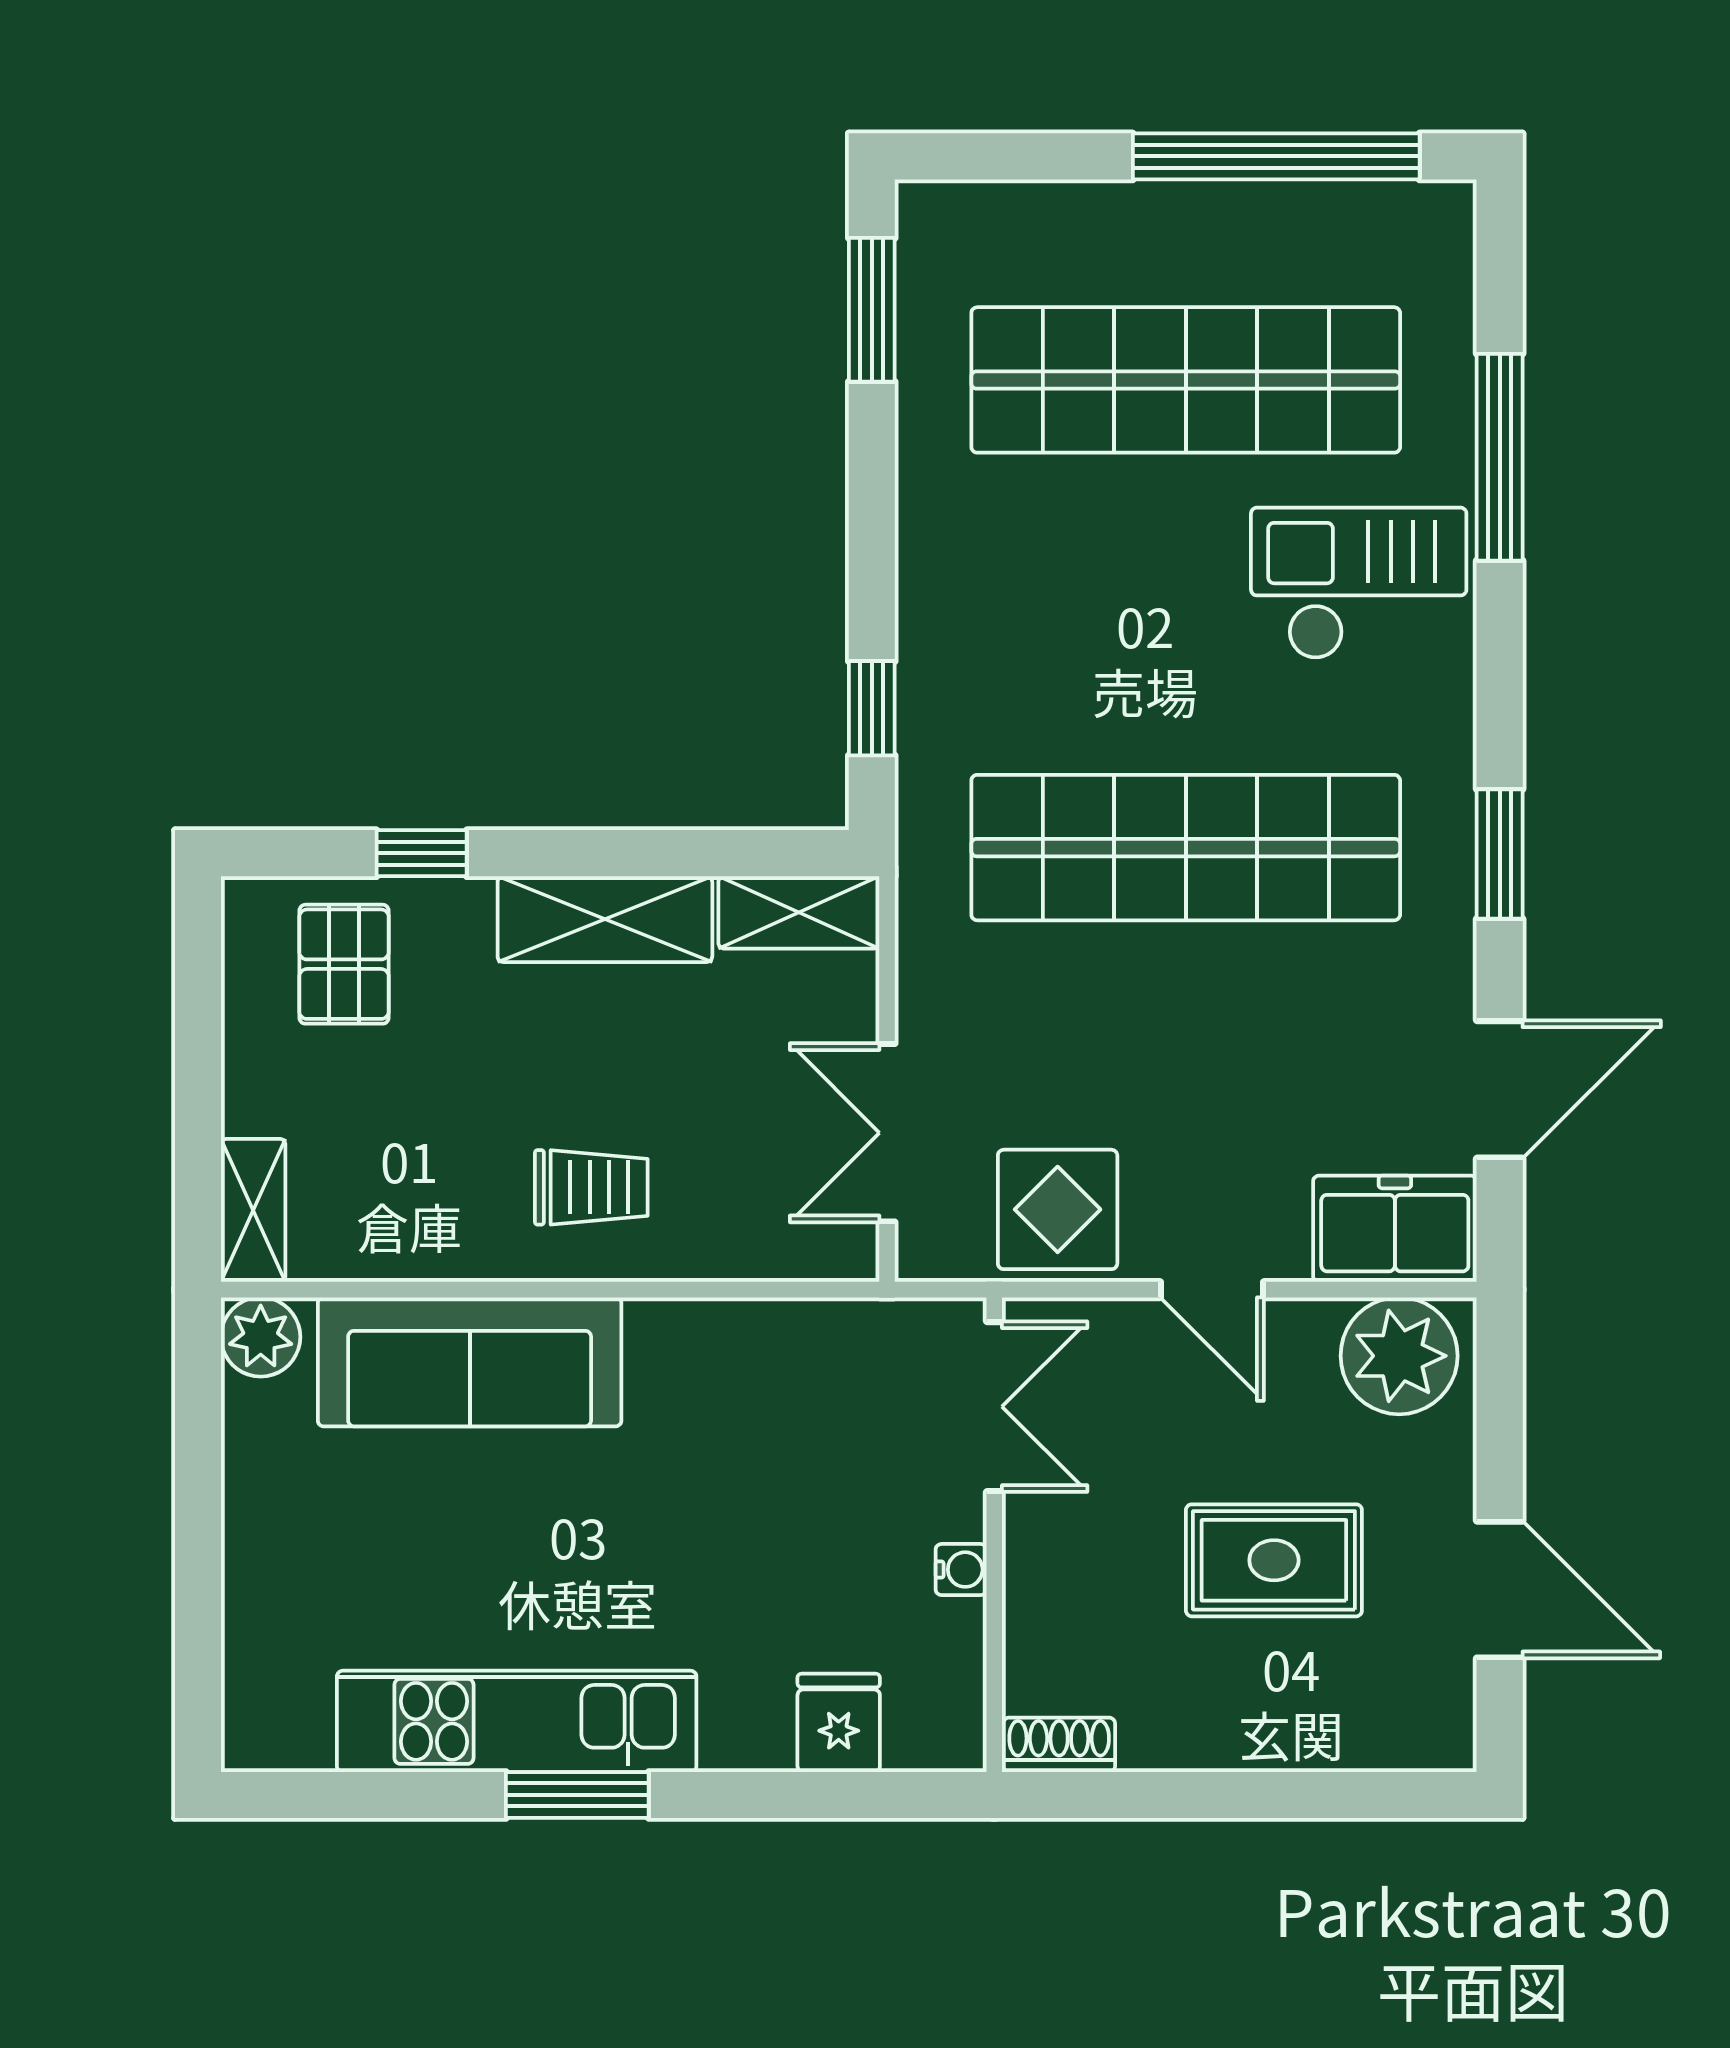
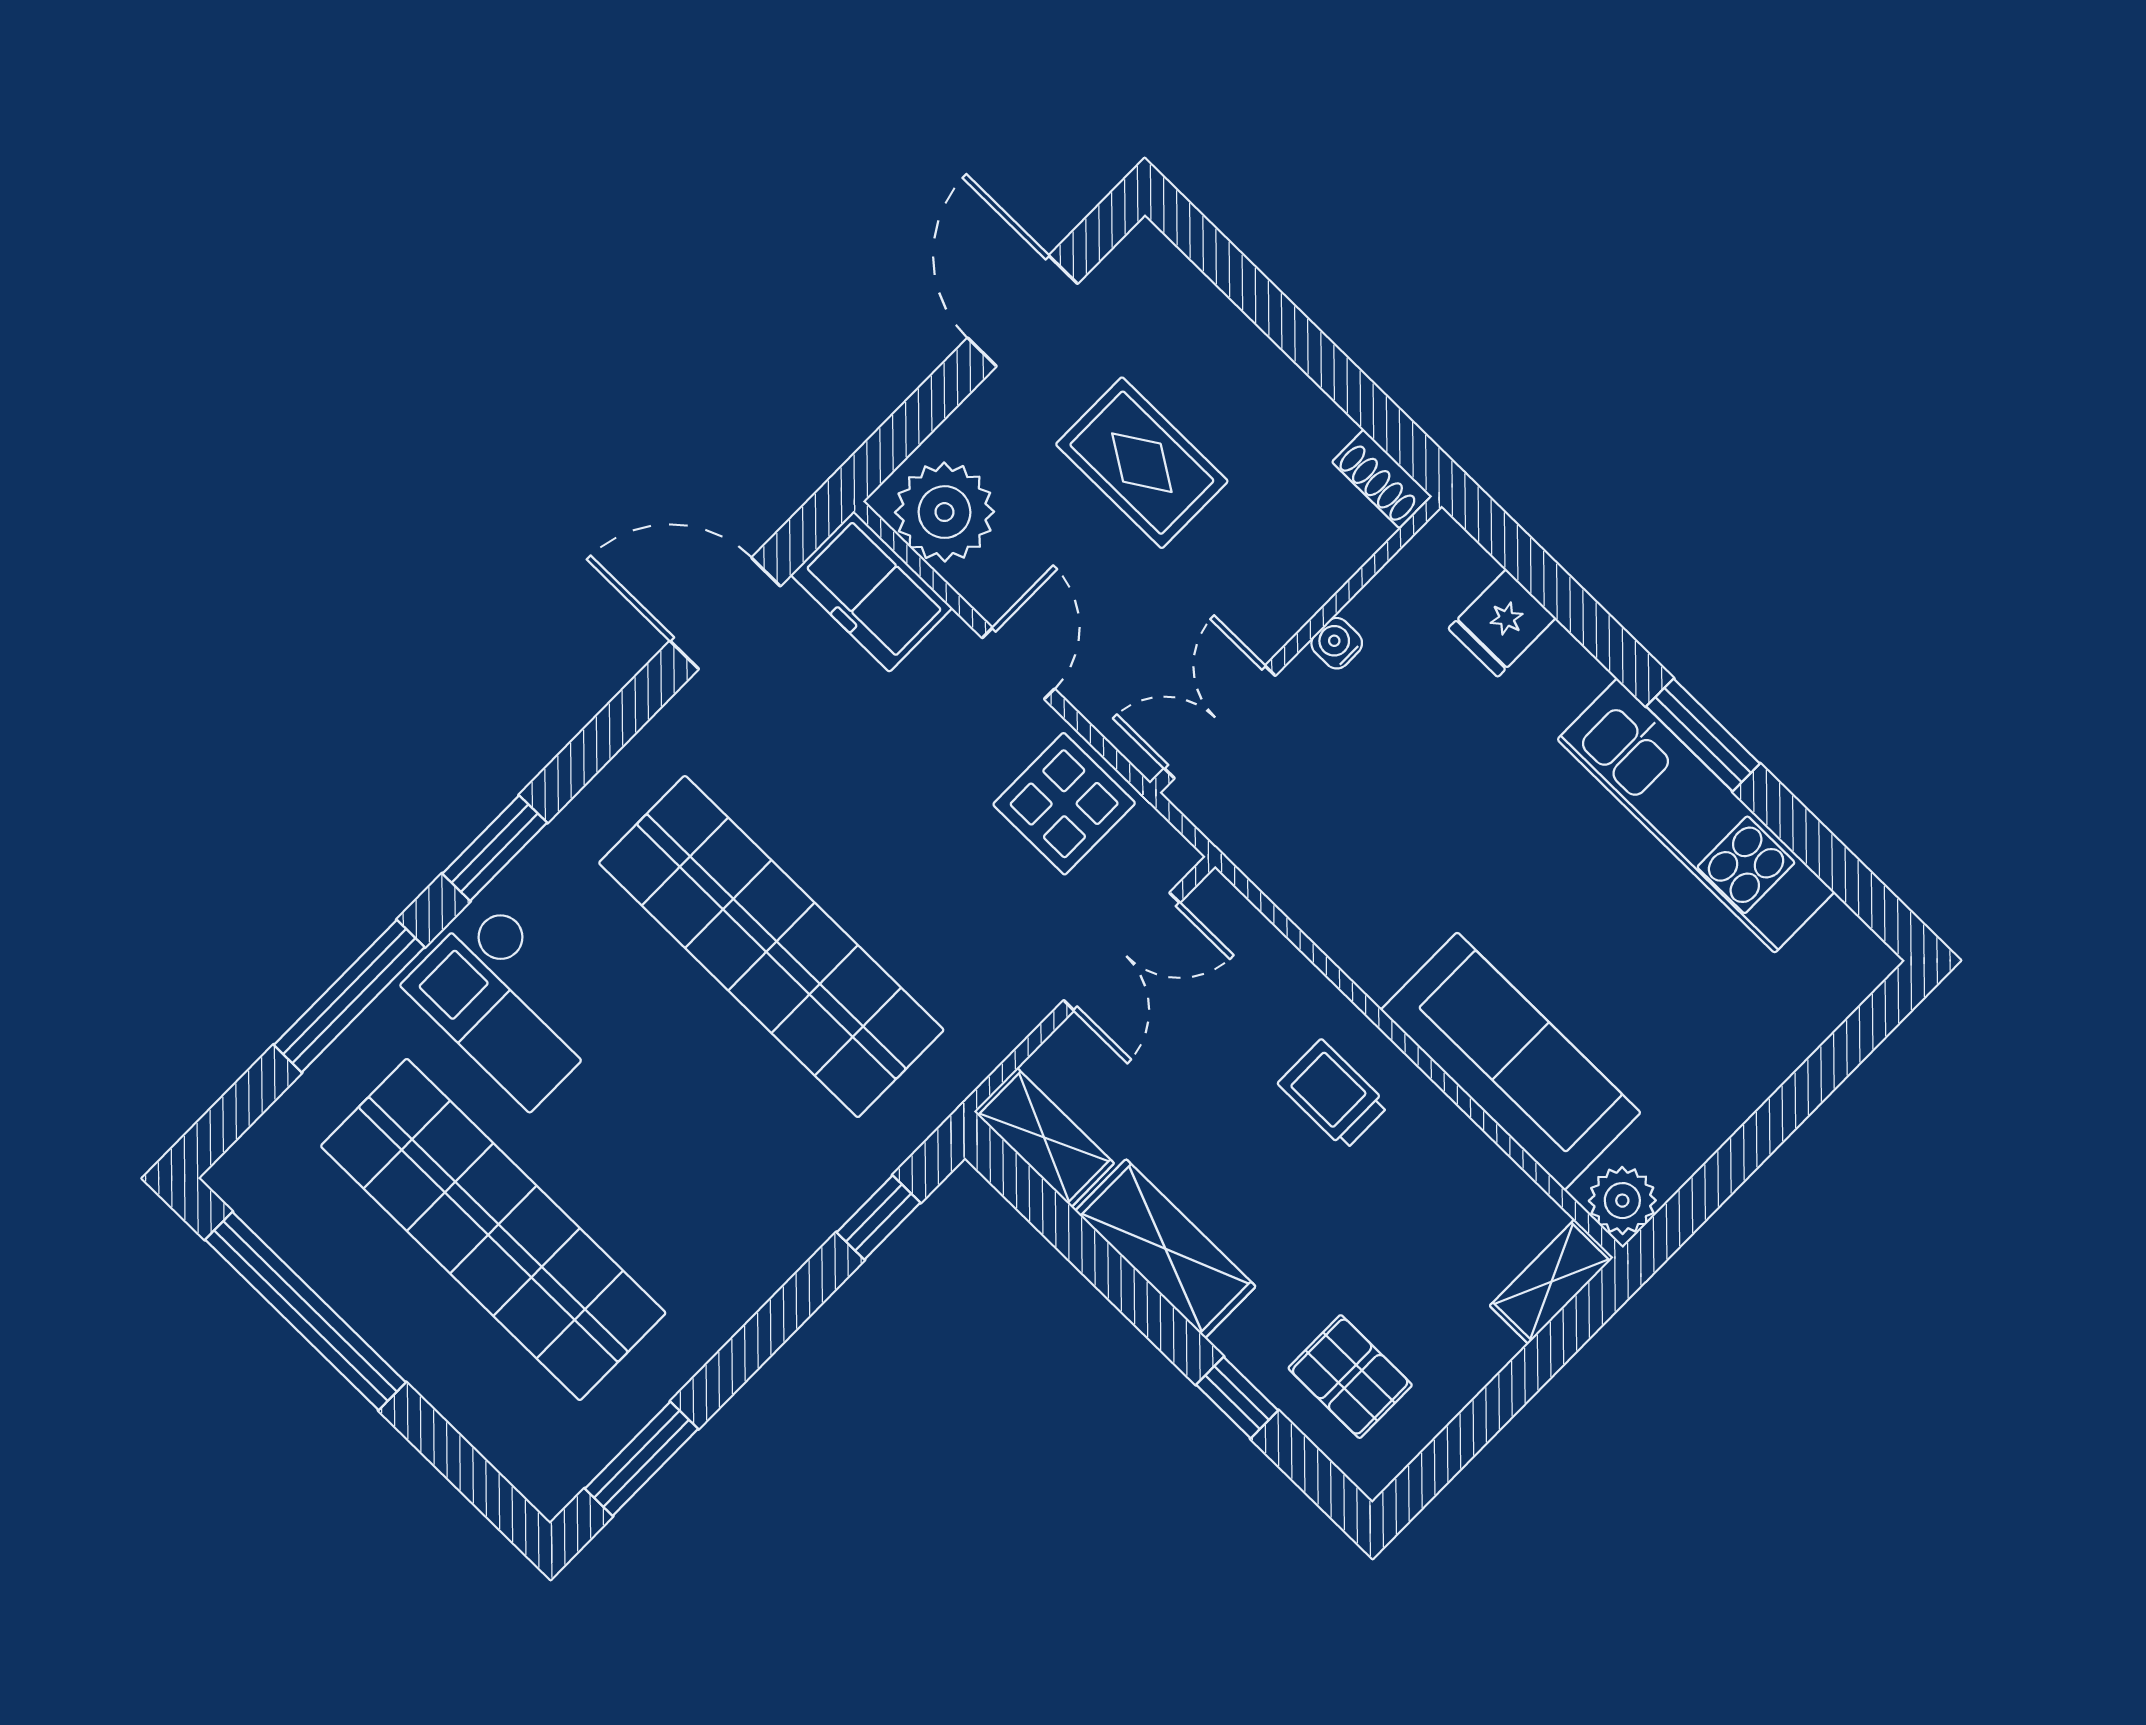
window: (1500, 854) -> (495, 848), moved
pallet: (344, 964) -> (1350, 1377), turned 90

